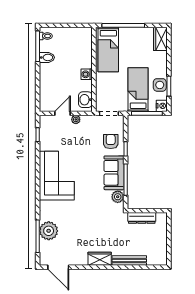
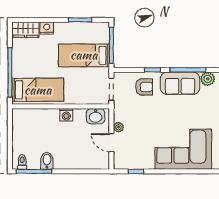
side table: (160, 85) -> (79, 30), removed
nightstand: (162, 106) -> (47, 28), moved
armchair: (111, 142) -> (144, 87), turned 180

